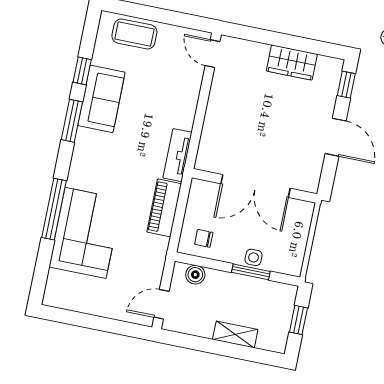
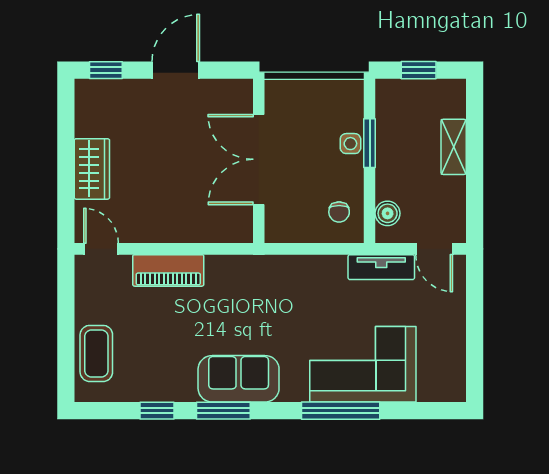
door: (212, 54) -> (101, 249), swing flipped
wardrobe: (292, 63) -> (92, 169), moved
sofa: (101, 99) -> (239, 379), moved
tv unit: (177, 155) -> (381, 267), moved
double door: (256, 186) -> (259, 159), swing flipped
piano: (164, 208) -> (168, 270), moved

